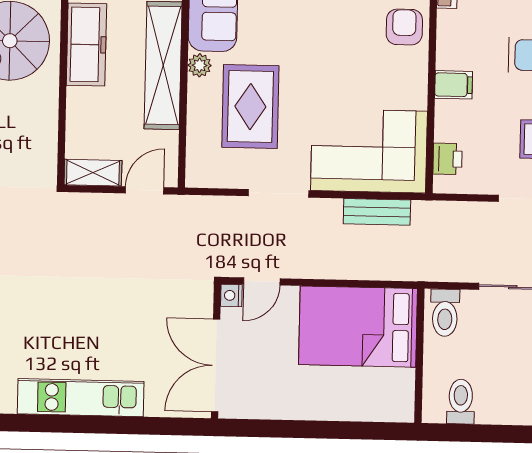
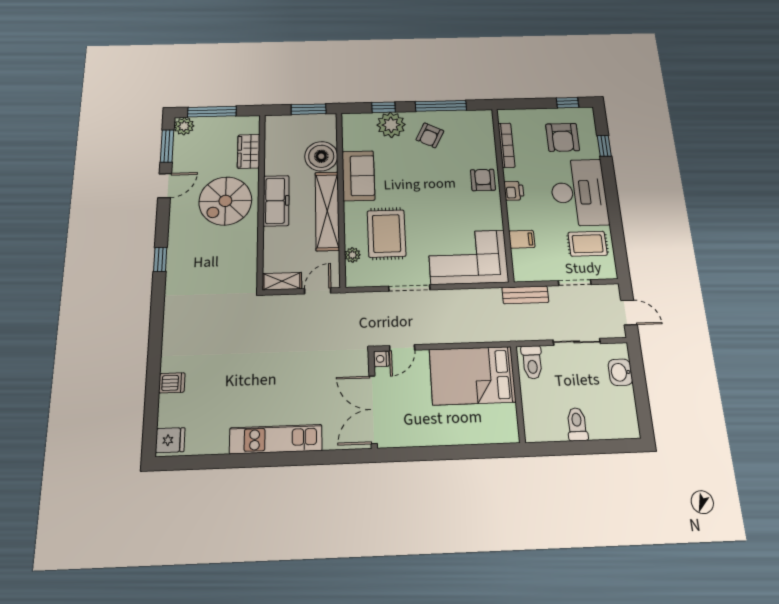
plant: (200, 65) -> (352, 255), moved
filing cabinet: (454, 85) -> (522, 239), moved
printer: (448, 159) -> (514, 191), moved
bench: (377, 212) -> (525, 295), moved
toilet: (461, 402) -> (577, 424), moved

